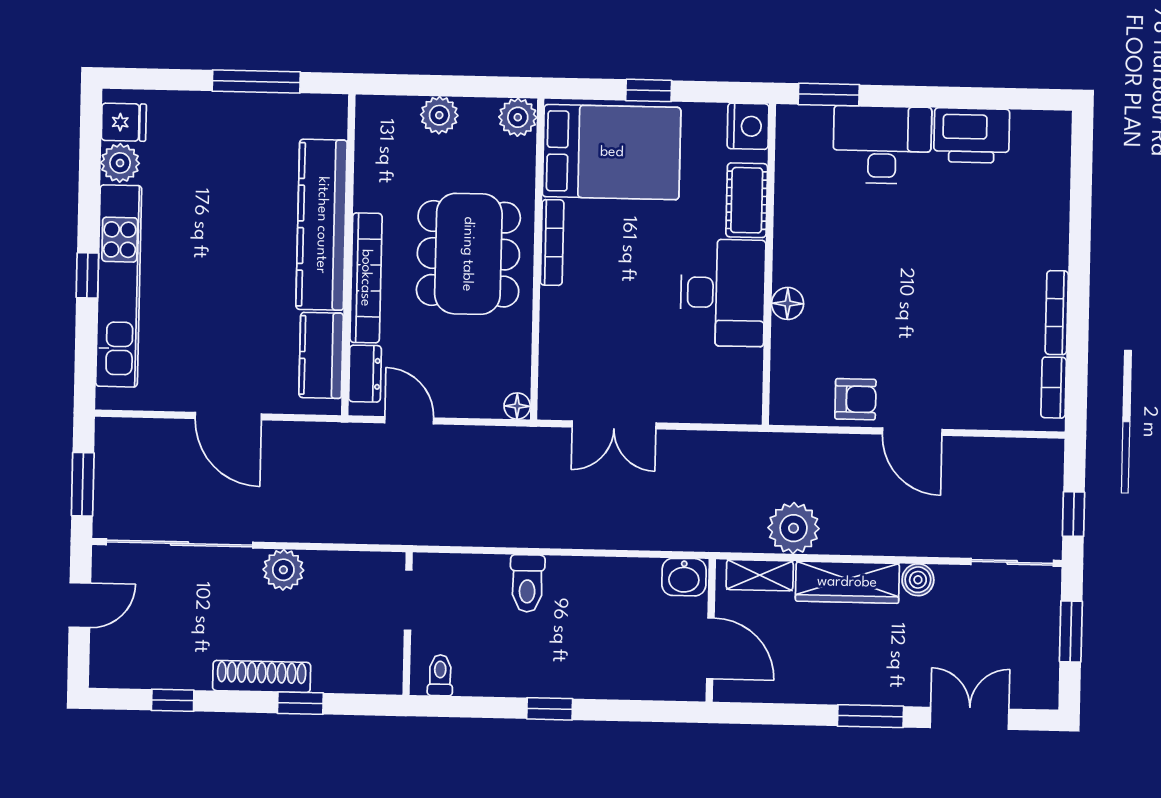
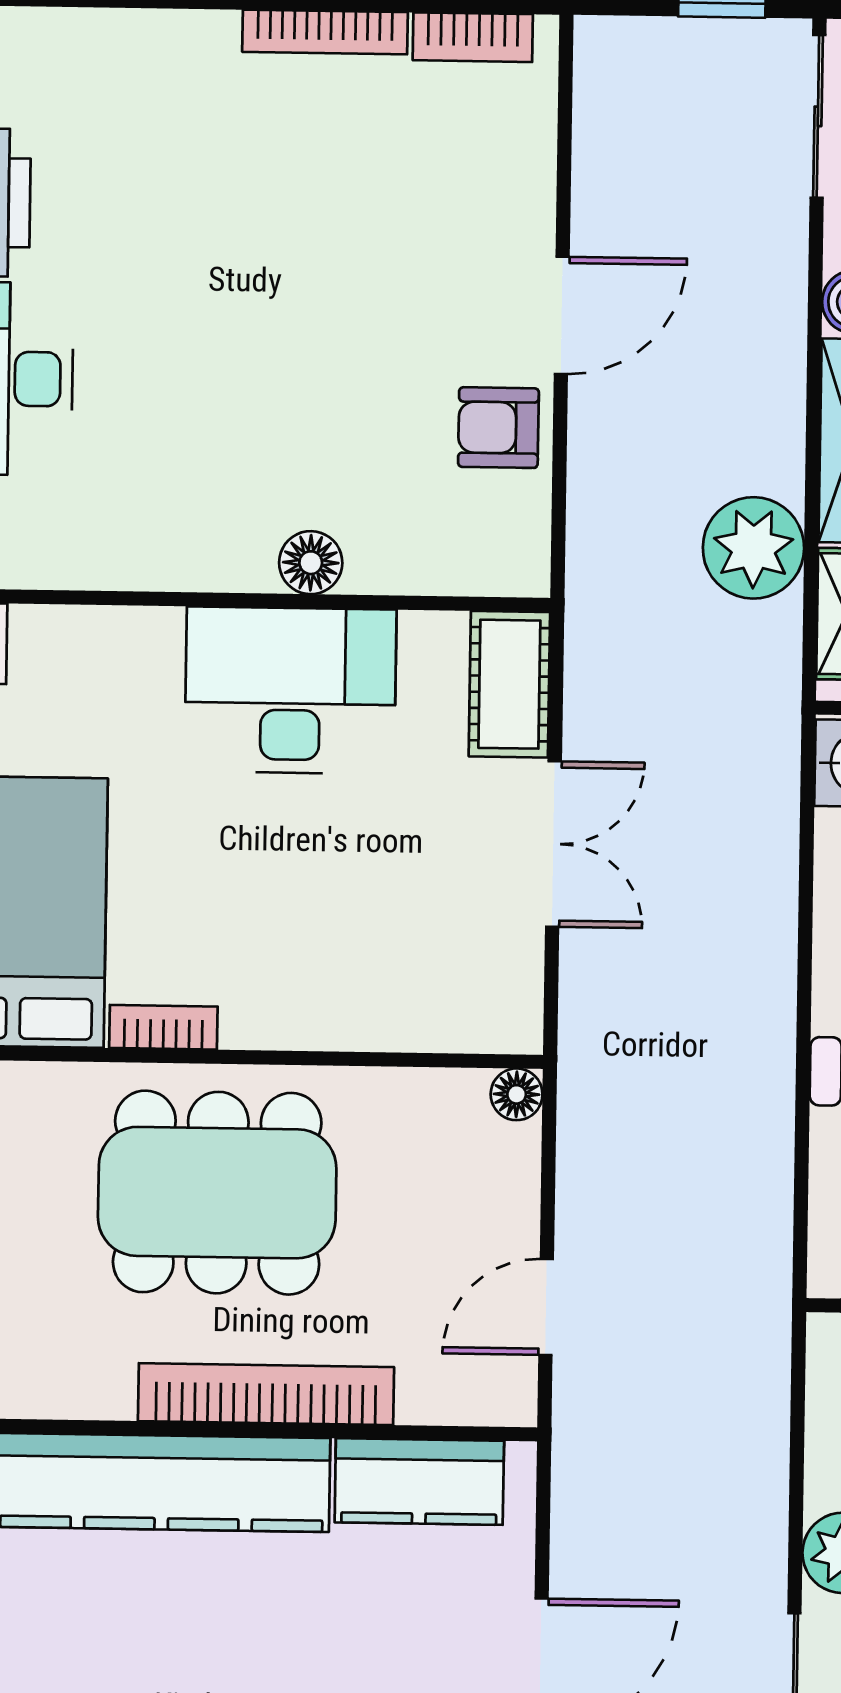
cot: (747, 200) -> (509, 684), moved, turned 90
bookcase: (552, 242) -> (163, 1027), width x0.64
dresser: (365, 374) -> (455, 1395), removed
armchair: (855, 399) -> (498, 428), turned -90
double door: (614, 425) -> (553, 844), moved

